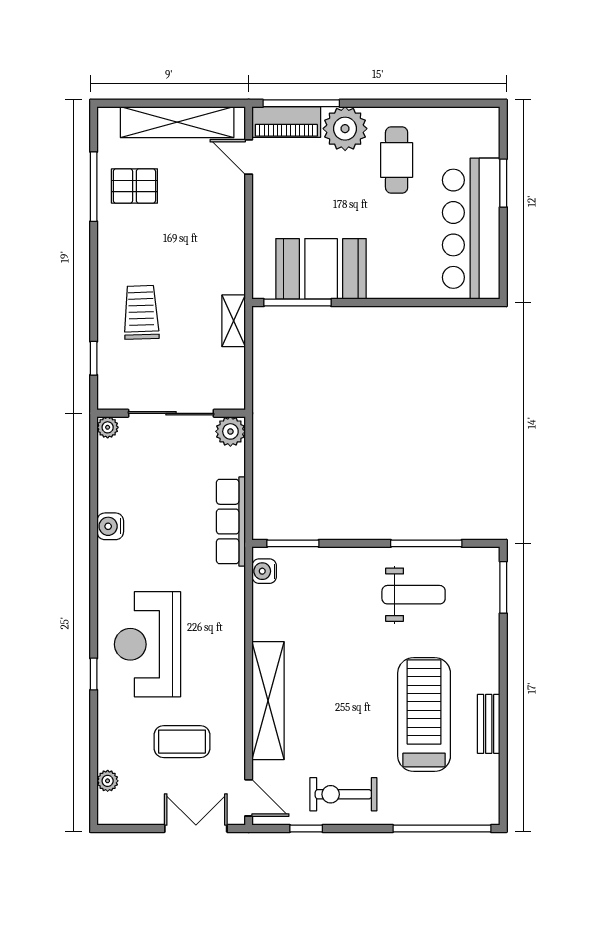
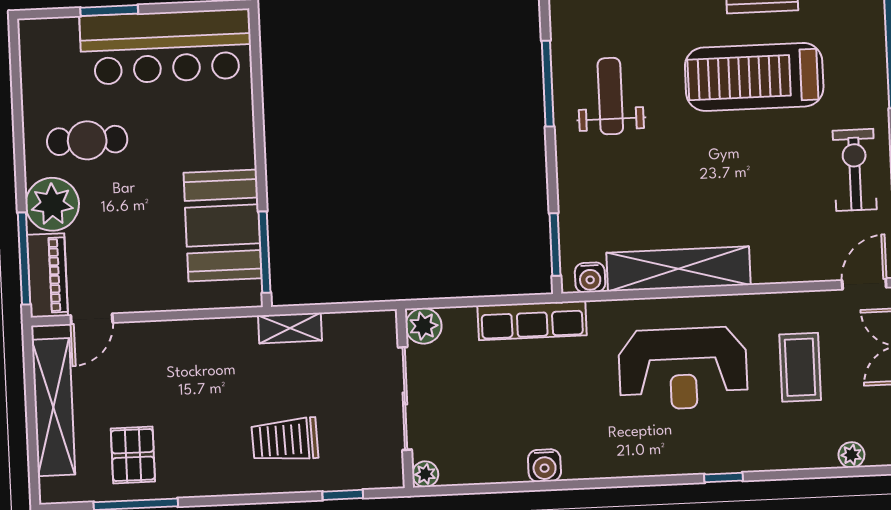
reception desk: (147, 644) -> (683, 369), moved
shelving: (268, 701) -> (679, 269), moved
exercise bike: (343, 794) -> (855, 170), turned 180

